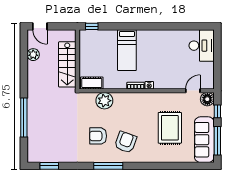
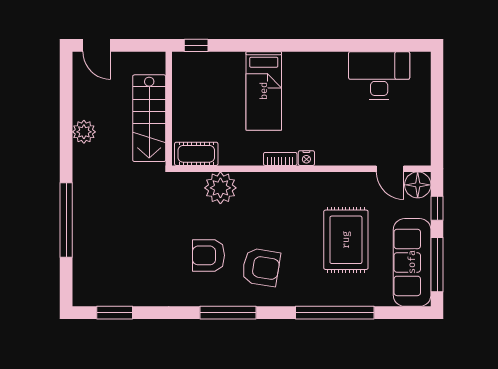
desk: (202, 46) -> (379, 76), moved, turned -90
plant: (33, 55) -> (84, 132), moved
door: (193, 91) -> (390, 169), swing flipped
armchair: (126, 142) -> (261, 267), turned 79
window: (164, 166) -> (335, 313), added

